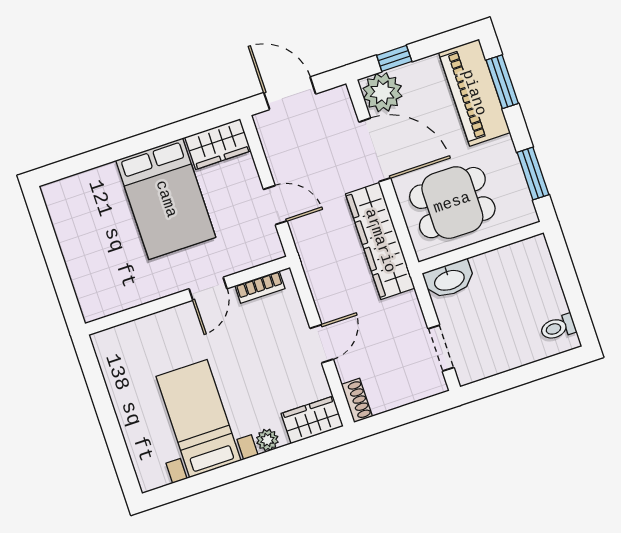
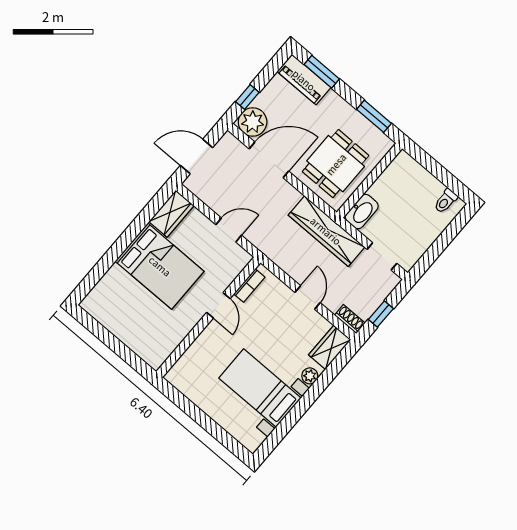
piano: (474, 93) -> (304, 80), width x0.73, depth x0.75
wardrobe: (380, 241) -> (326, 231), moved
window: (398, 417) -> (381, 314), added

